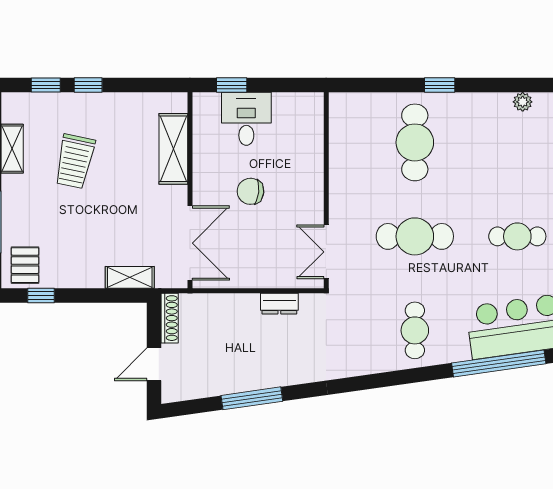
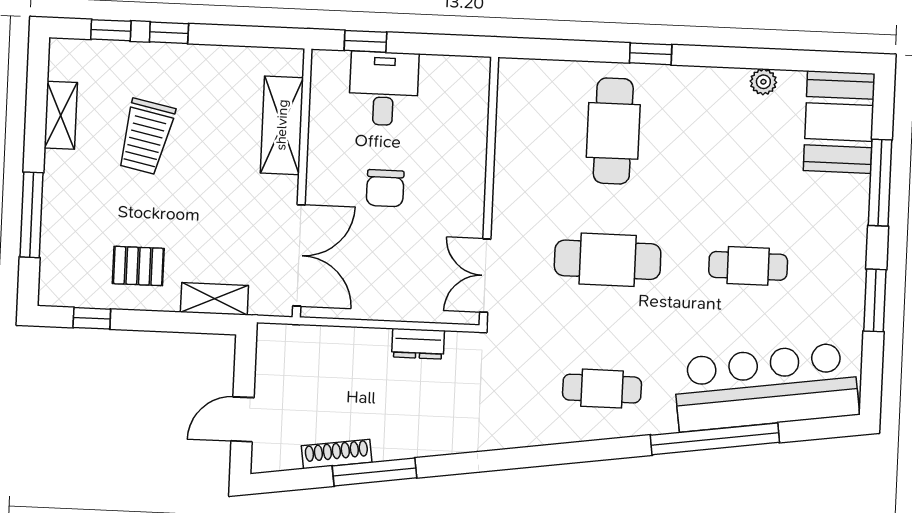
chair: (251, 191) -> (385, 188), turned -96
pallet: (25, 265) -> (138, 266), moved, turned 90
shoe rack: (170, 318) -> (337, 454), moved, turned -98
cafe table: (415, 330) -> (602, 389), turned 90

